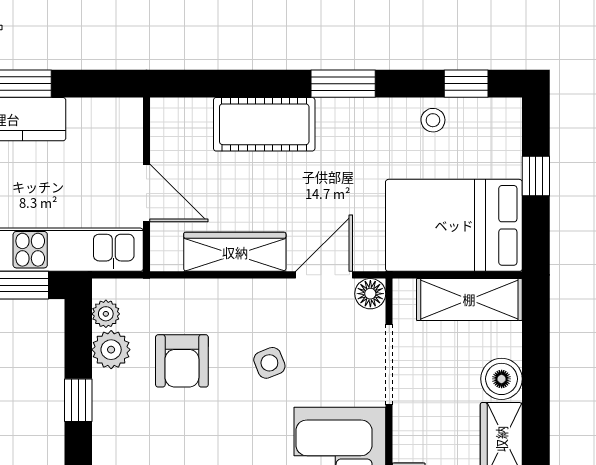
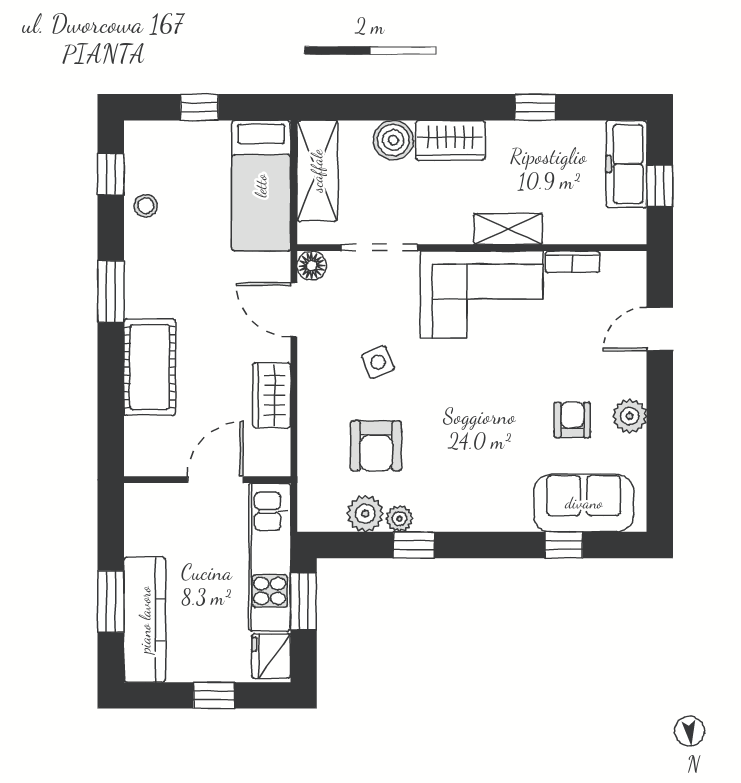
bed: (454, 225) -> (261, 186), width x0.67
wardrobe: (235, 252) -> (272, 395), width x0.67
plant: (106, 314) -> (400, 519), moved
armchair: (182, 361) -> (376, 446), turned 90

